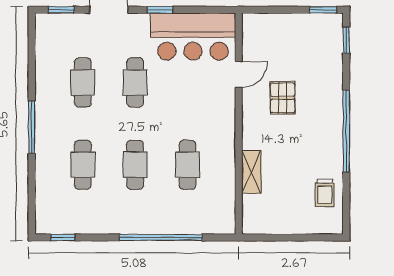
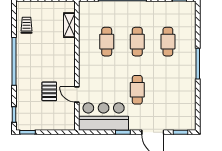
door: (239, 74) -> (77, 95), hinge flipped
cafe table: (83, 82) -> (168, 90), removed
pallet: (283, 98) -> (49, 91), moved
shelving: (251, 172) -> (69, 25), moved

